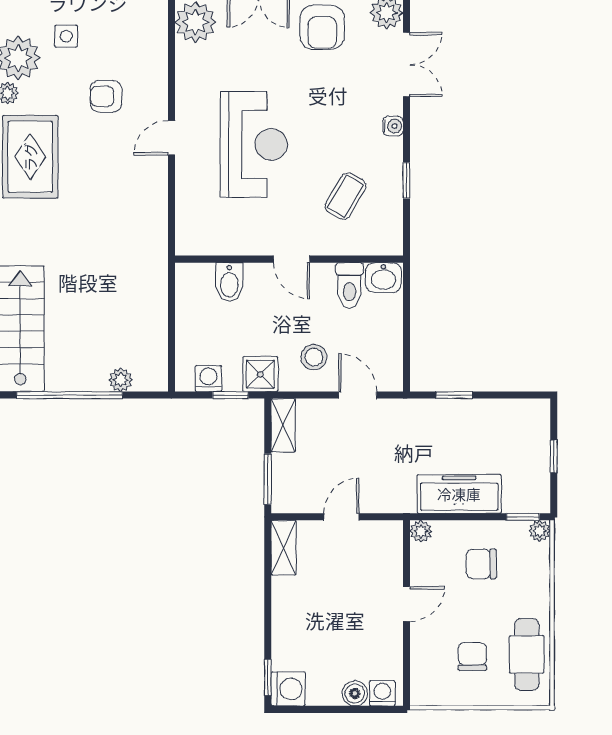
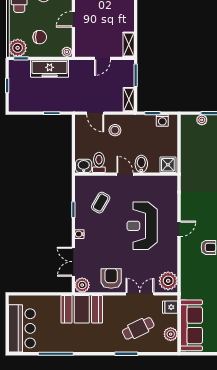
bidet: (229, 282) -> (141, 164), moved
shower: (260, 374) -> (168, 165), moved
plant: (540, 531) -> (18, 48), width x1.88, depth x1.88

